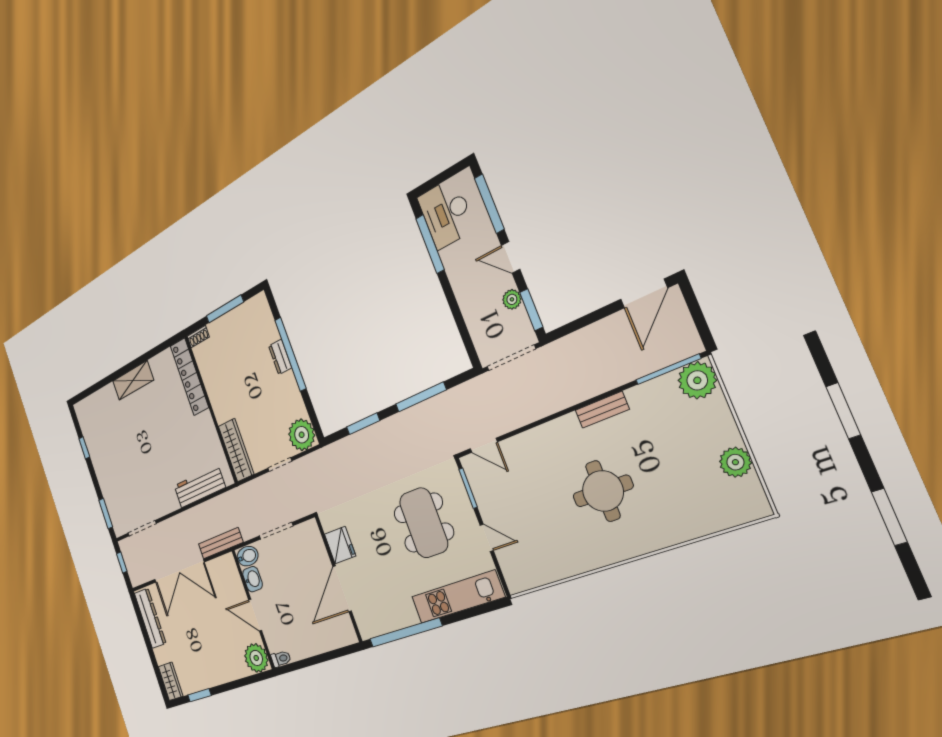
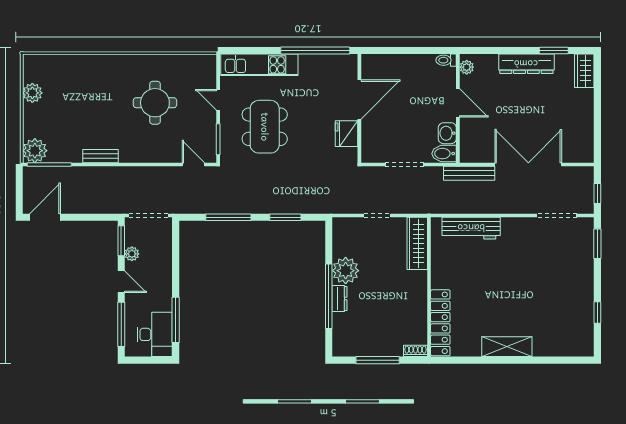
plant: (302, 435) -> (346, 271), moved
round table: (603, 491) -> (155, 103), moved
dresser: (150, 618) -> (526, 64), moved, turned -90
plant: (256, 658) -> (467, 67), width x0.53, depth x0.53

